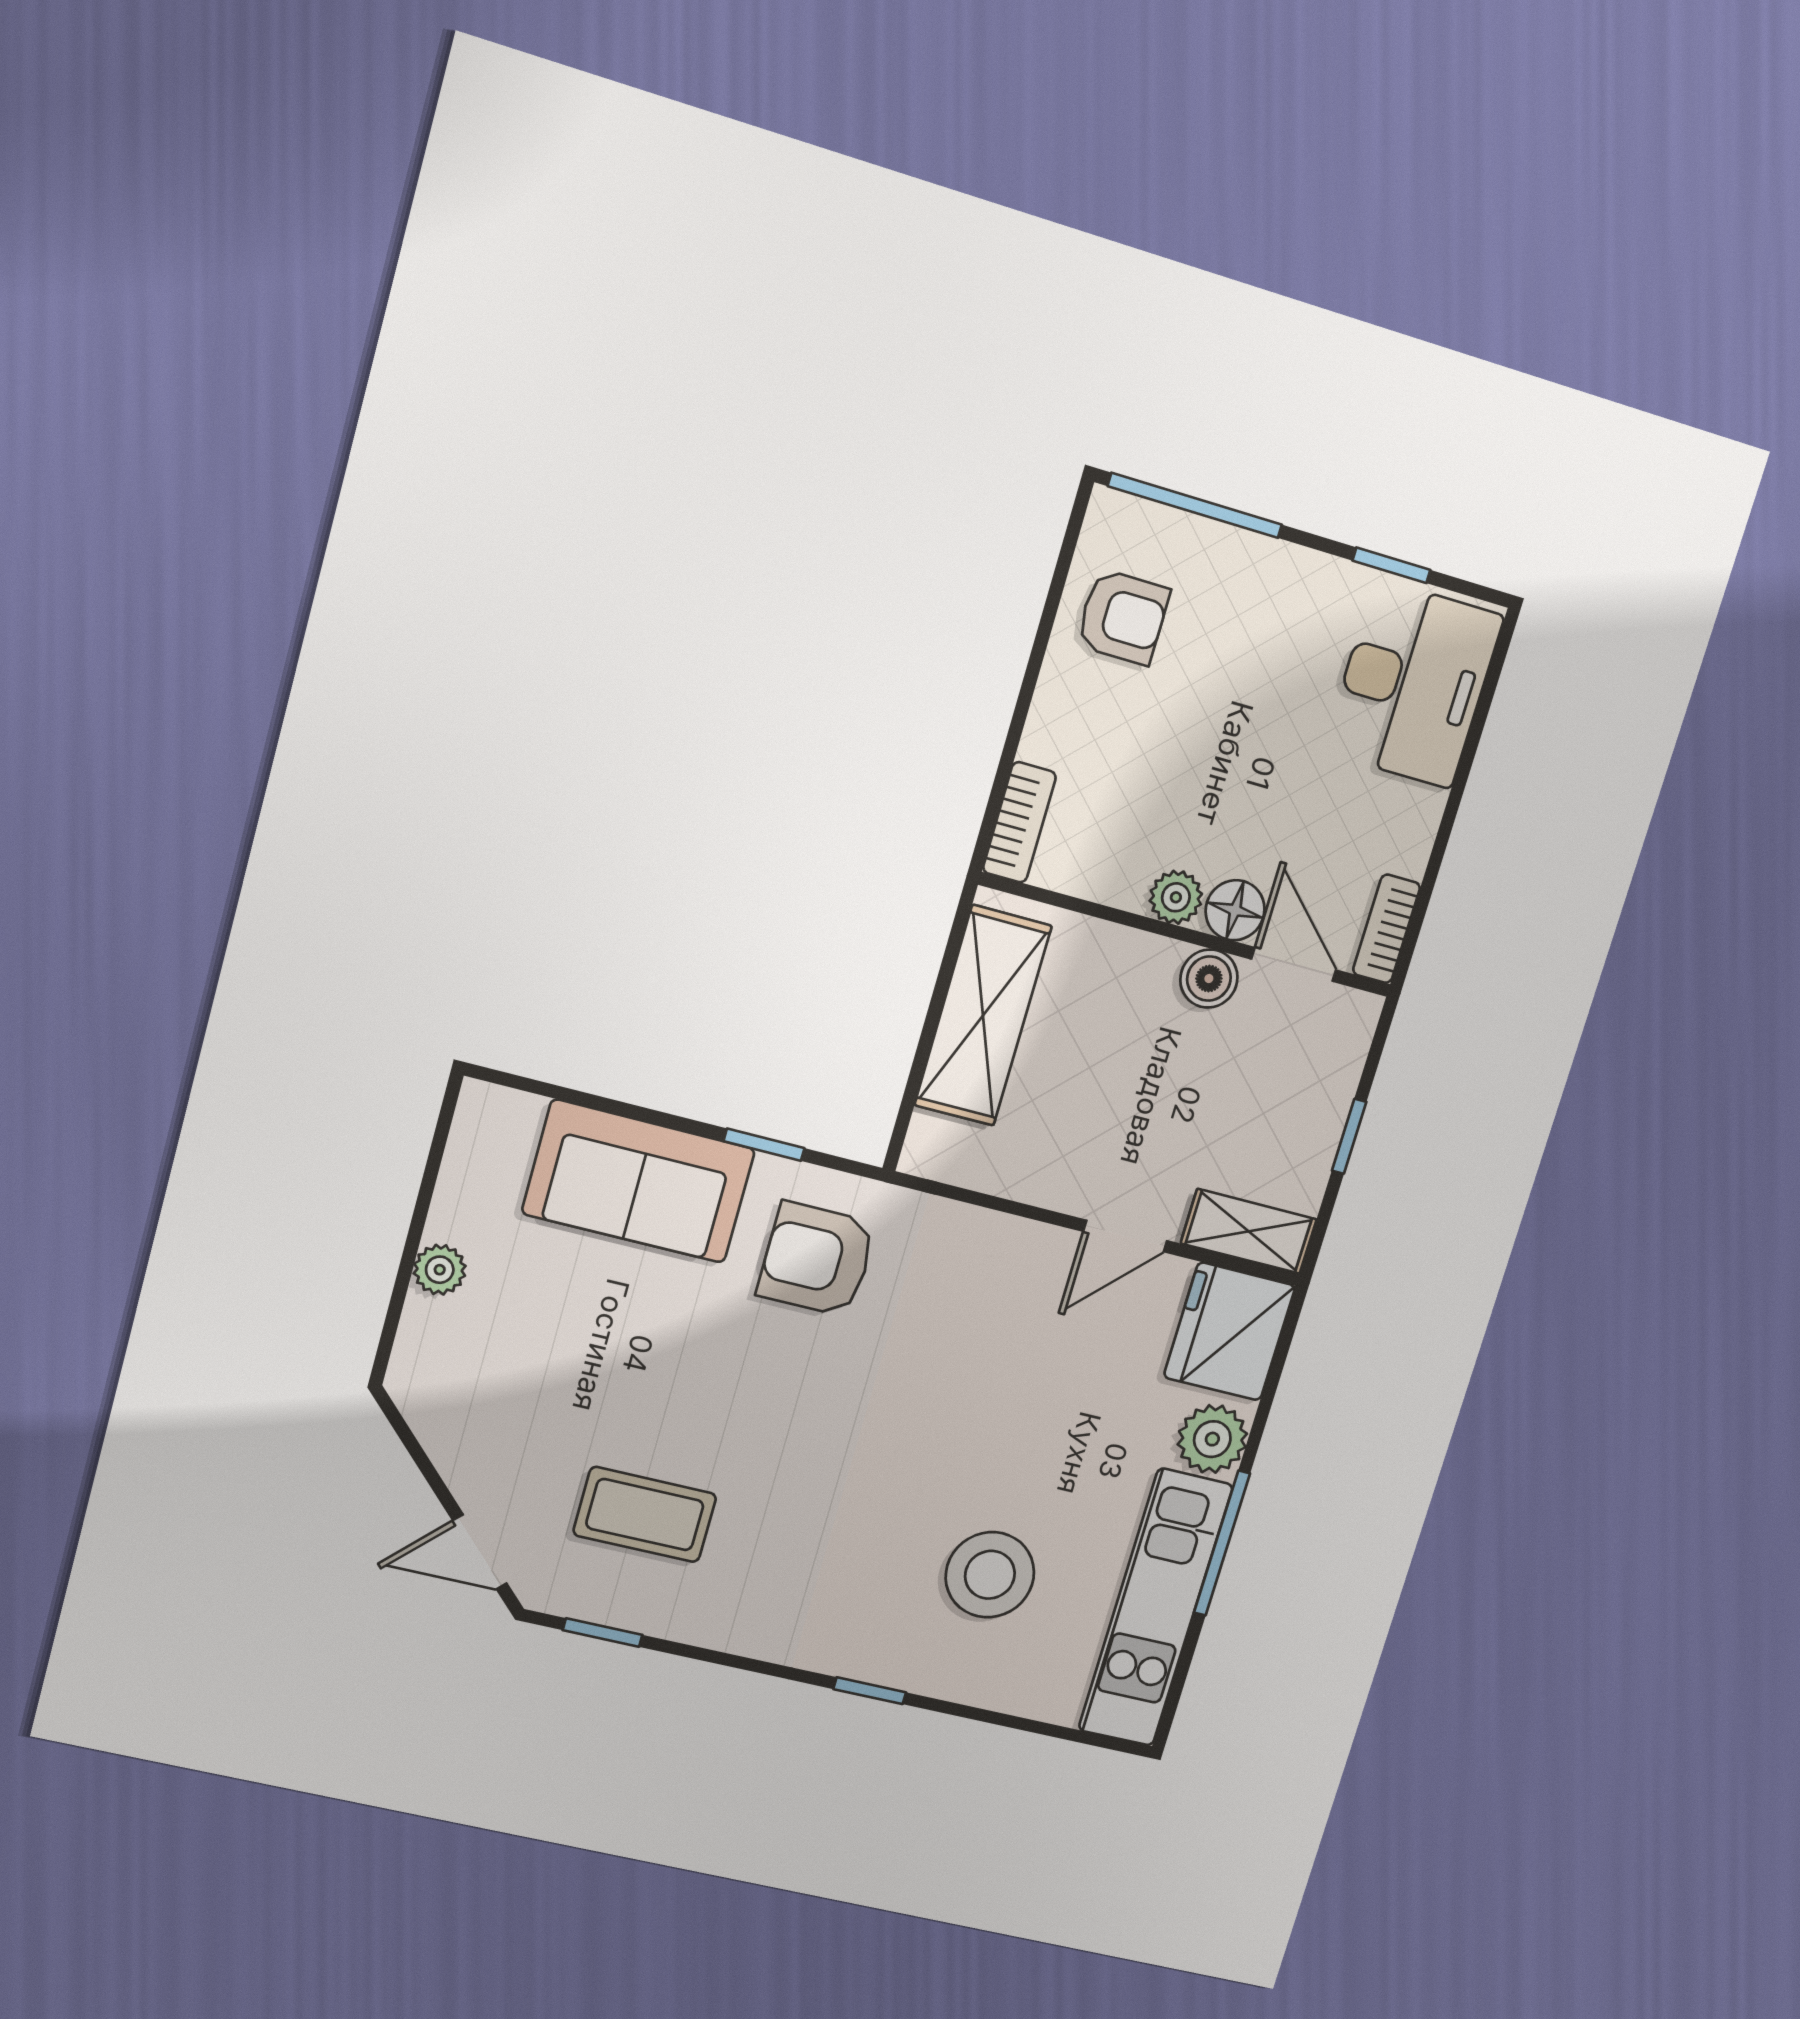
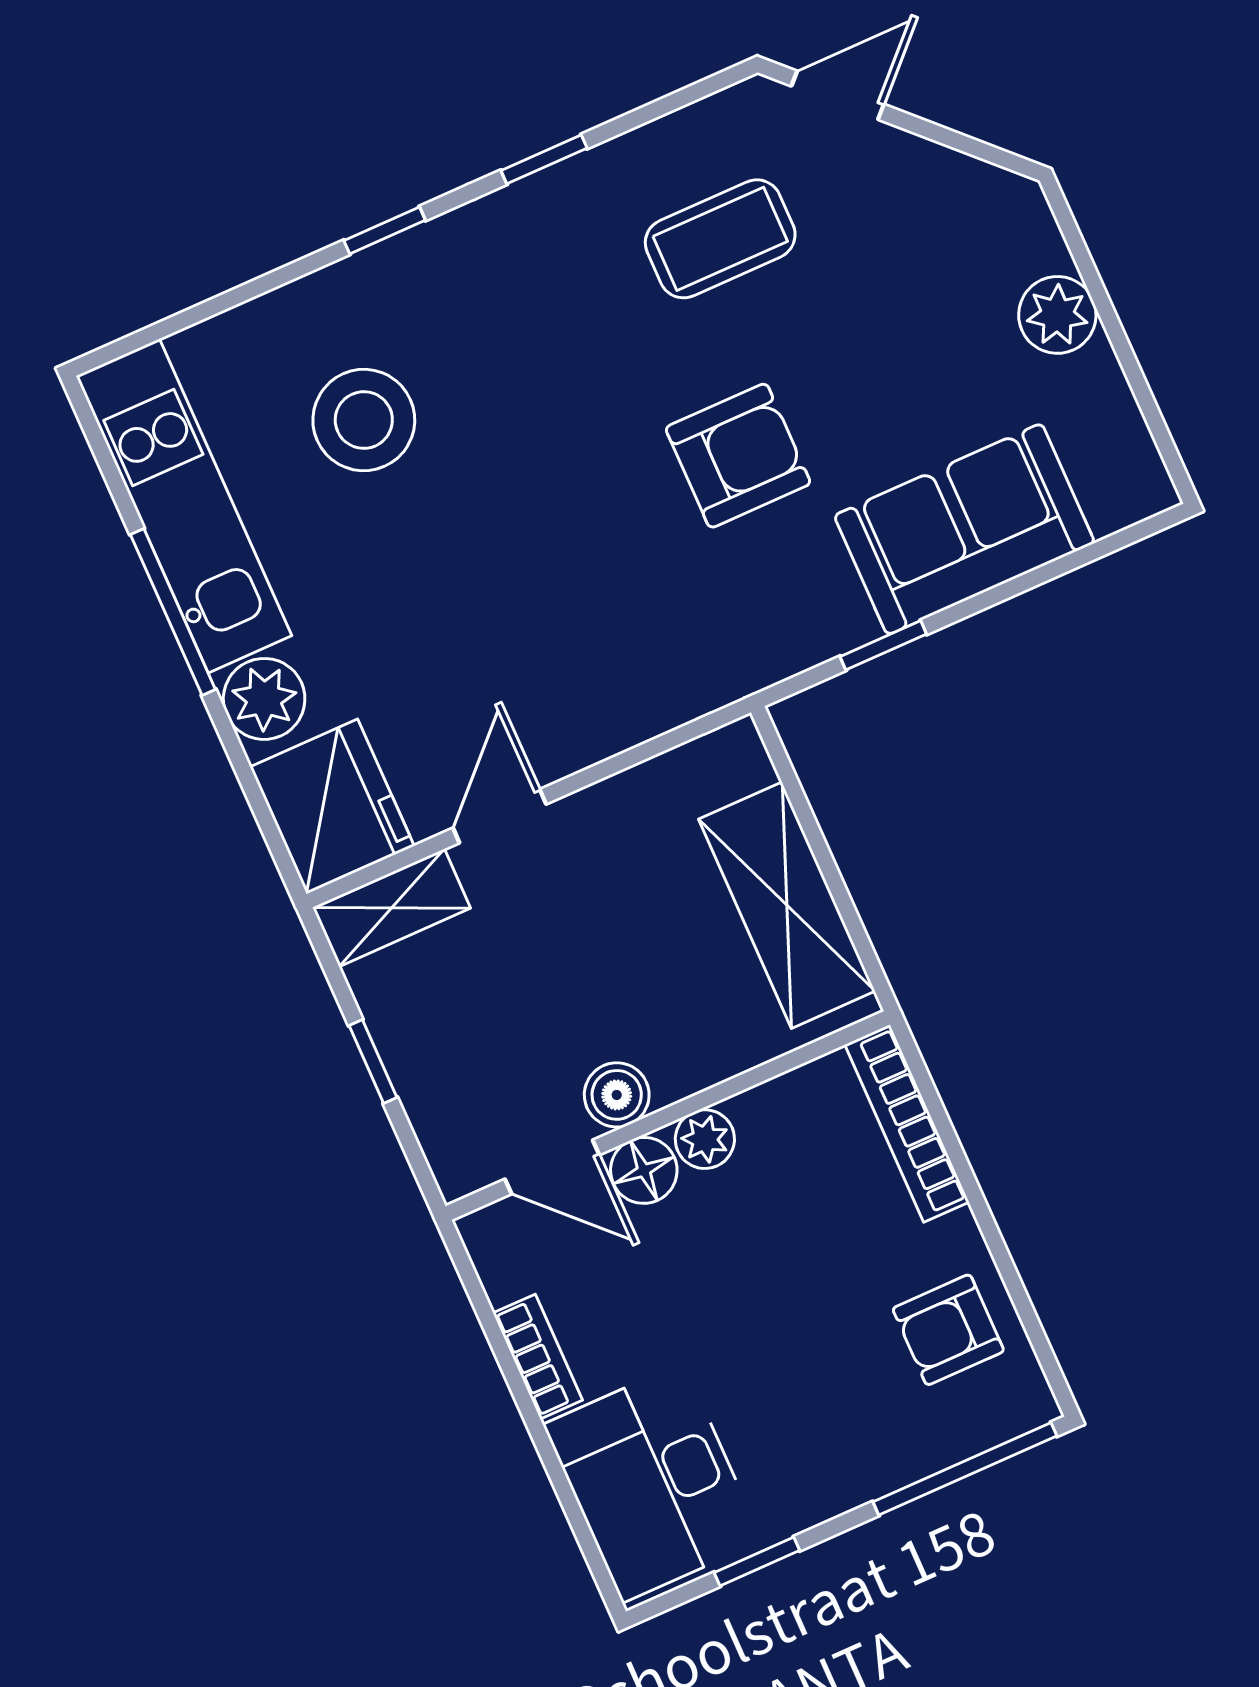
bookcase: (1019, 822) -> (907, 1123), width x1.56
bookcase: (1387, 929) -> (538, 1357), moved
armchair: (817, 1259) -> (738, 456), moved
plant: (440, 1270) -> (1057, 315), width x1.38, depth x1.38
window: (603, 1633) -> (544, 159), moved

